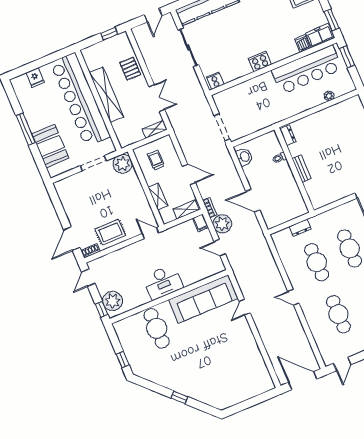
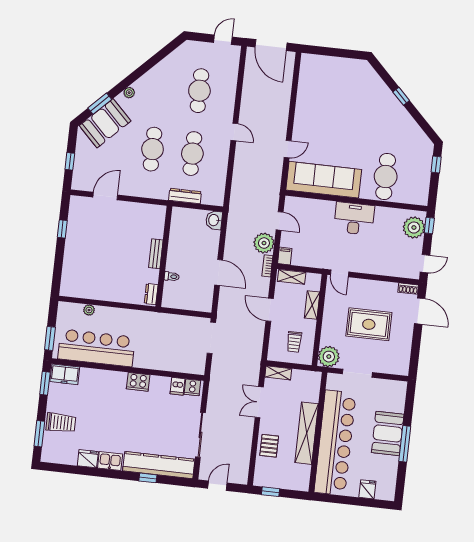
dishwasher: (303, 43) -> (177, 386), moved
booth: (50, 146) -> (388, 433), moved
washbasin: (244, 157) -> (214, 220), moved
door: (253, 201) -> (219, 272), moved
dresser: (300, 228) -> (185, 196), width x1.44
rug: (110, 232) -> (369, 324), moved, width x1.36, depth x1.43
door: (72, 239) -> (420, 311), hinge flipped

